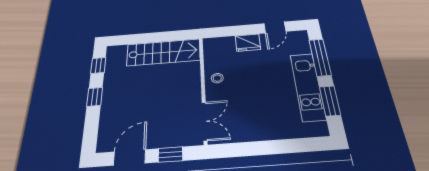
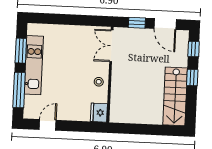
fridge: (248, 43) -> (99, 113), moved, turned -90
stairs: (163, 52) -> (175, 96), moved, turned -90
window: (98, 65) -> (194, 49), moved
door: (130, 157) -> (165, 24), hinge flipped

